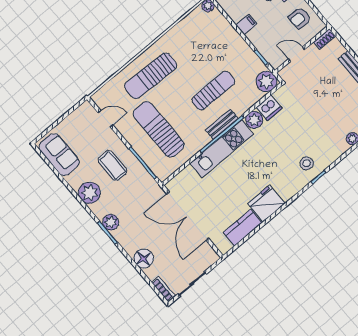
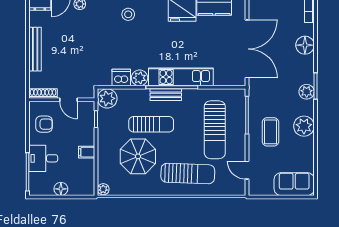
shoe rack: (325, 39) -> (43, 94), width x1.43
parasol: (202, 56) -> (138, 156), added
sun lounger: (213, 91) -> (151, 124), turned 180
sofa: (59, 155) -> (294, 184), moved, turned 90

